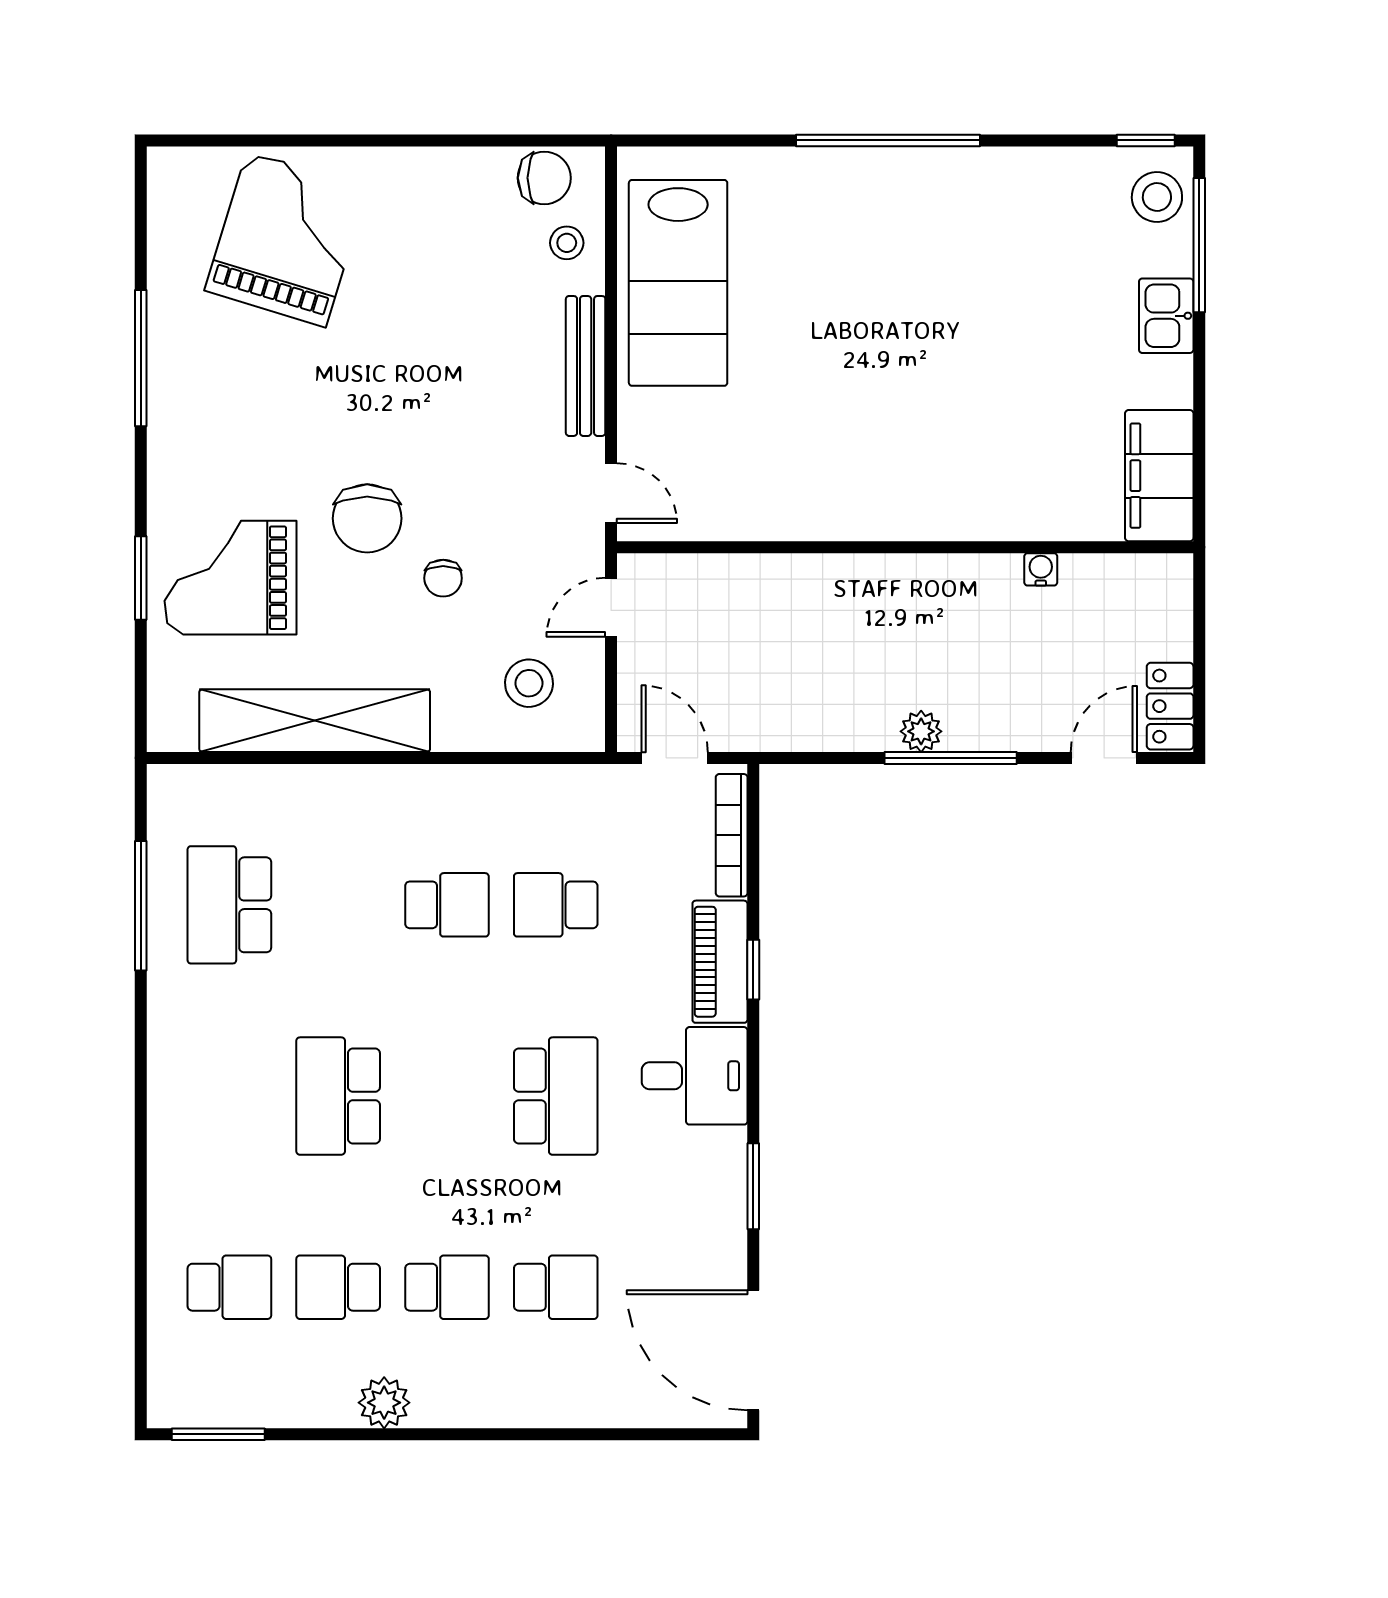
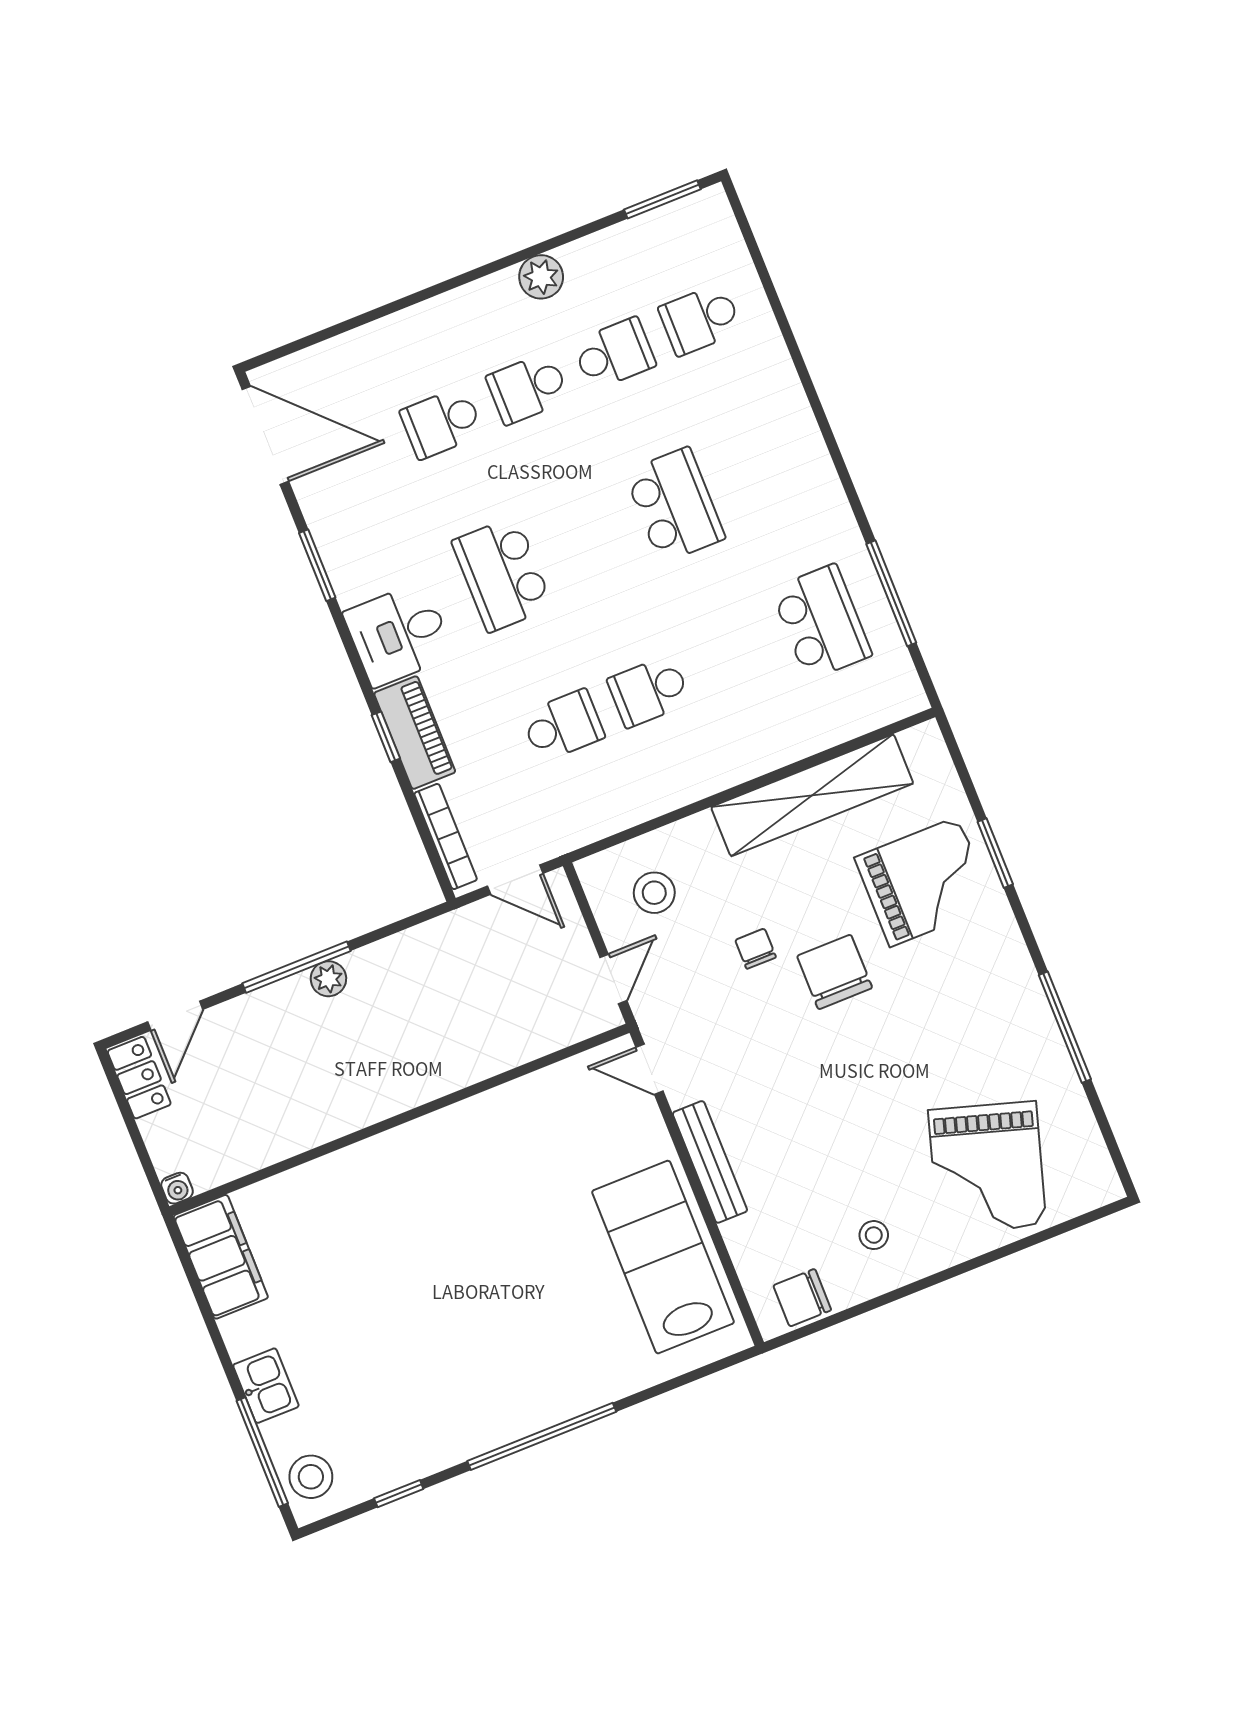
window: (1146, 140) -> (399, 1494), moved
stool: (567, 243) -> (874, 1235), moved
water cooler: (1041, 569) -> (177, 1188), moved

